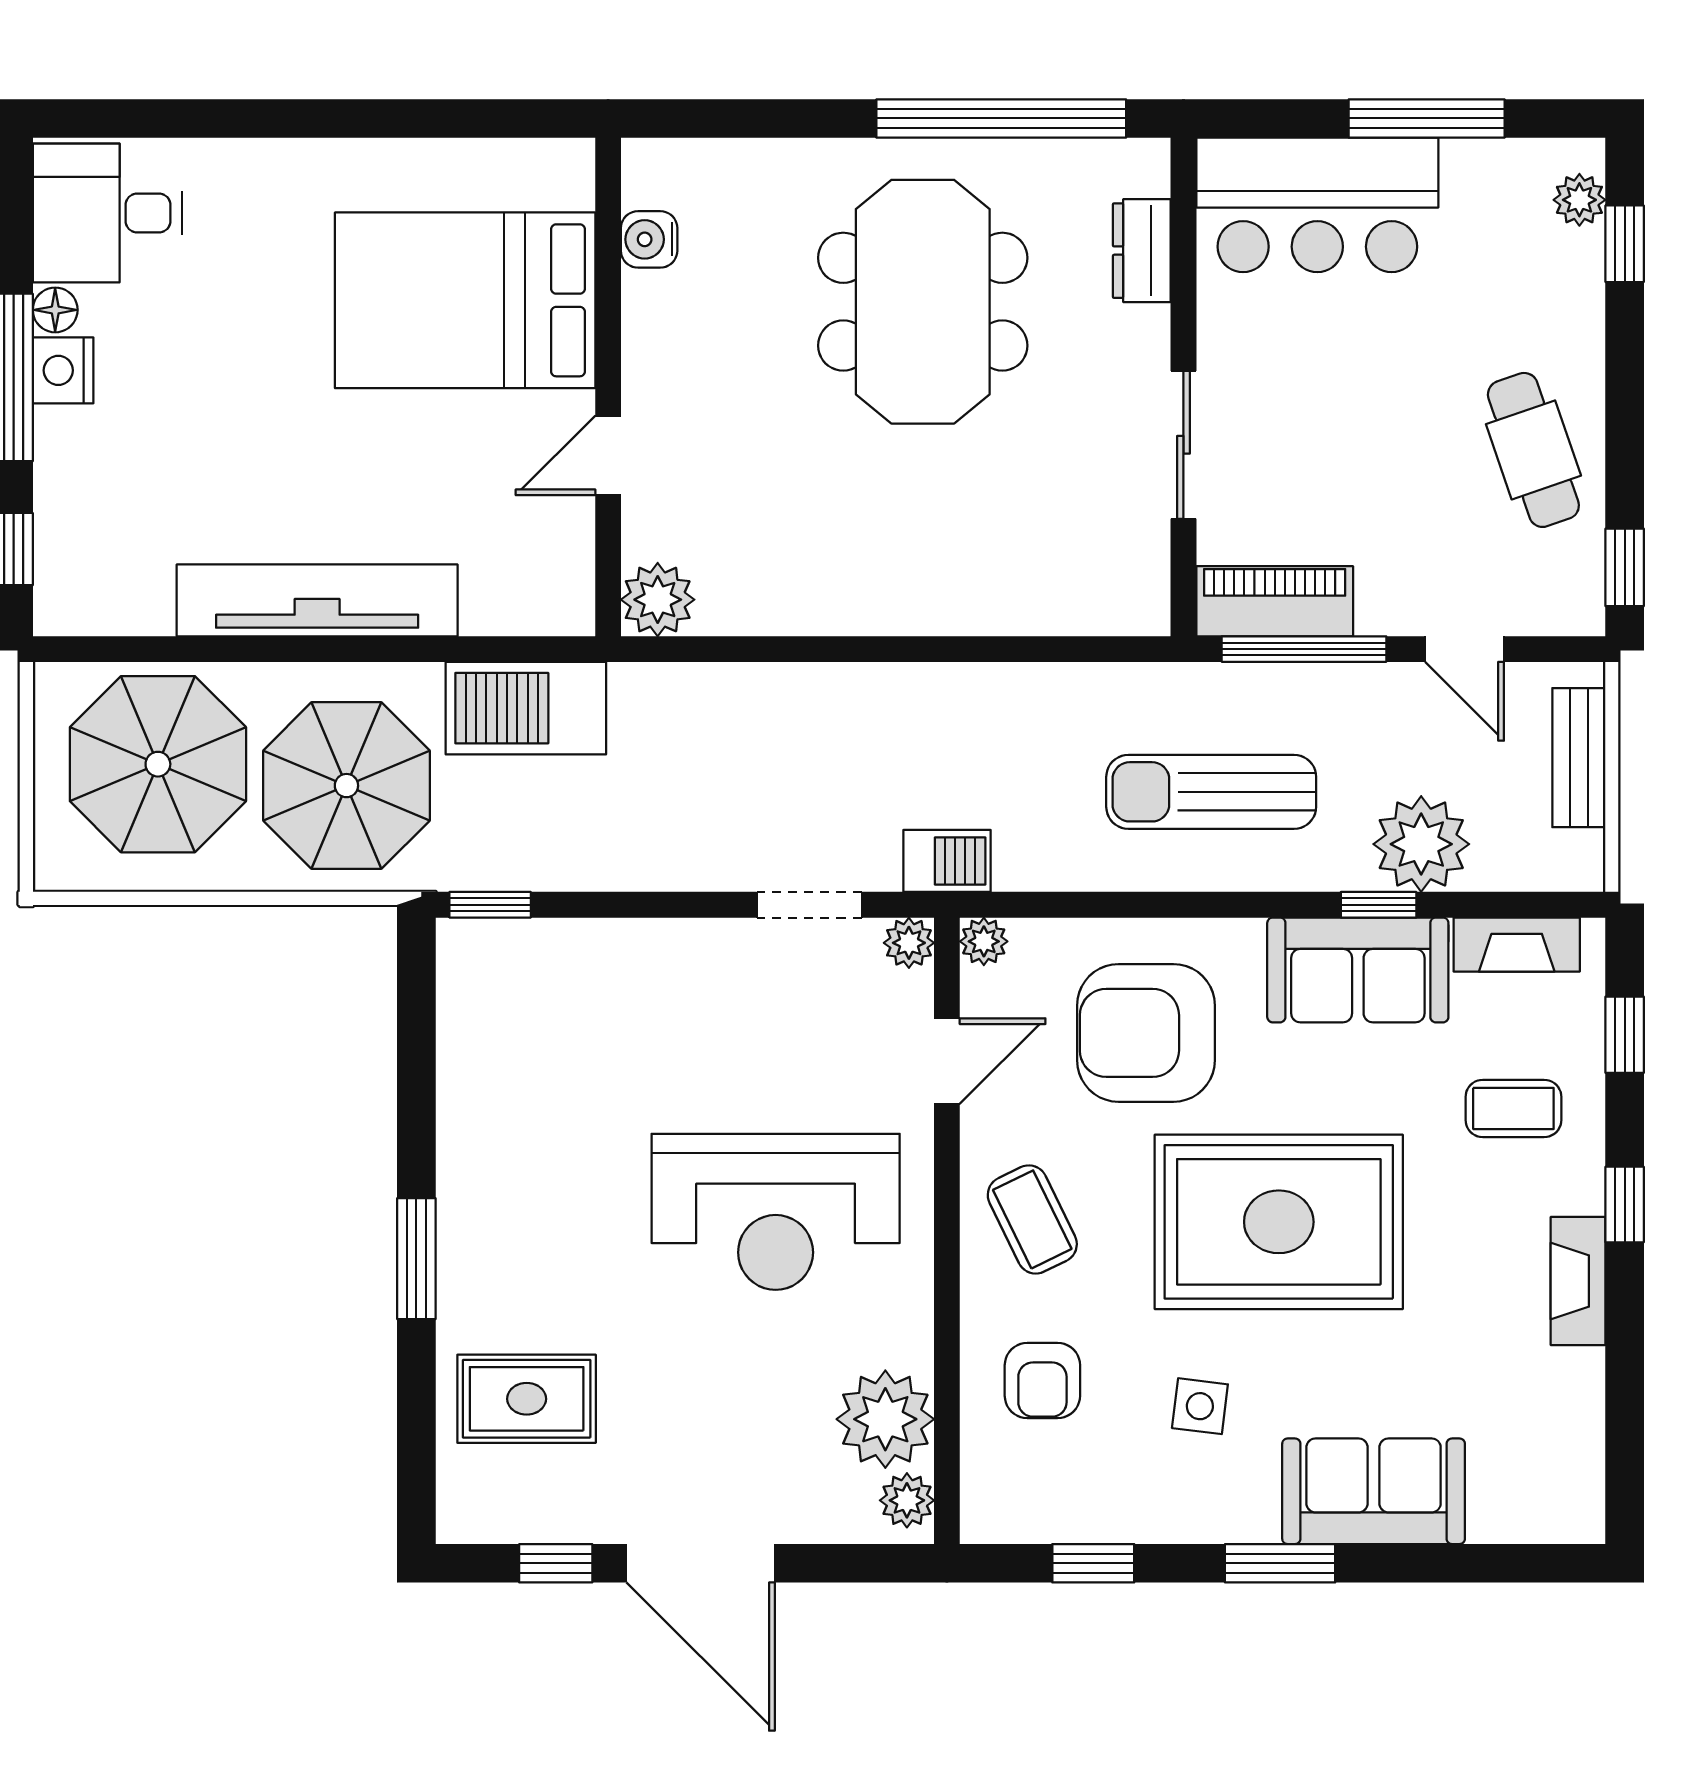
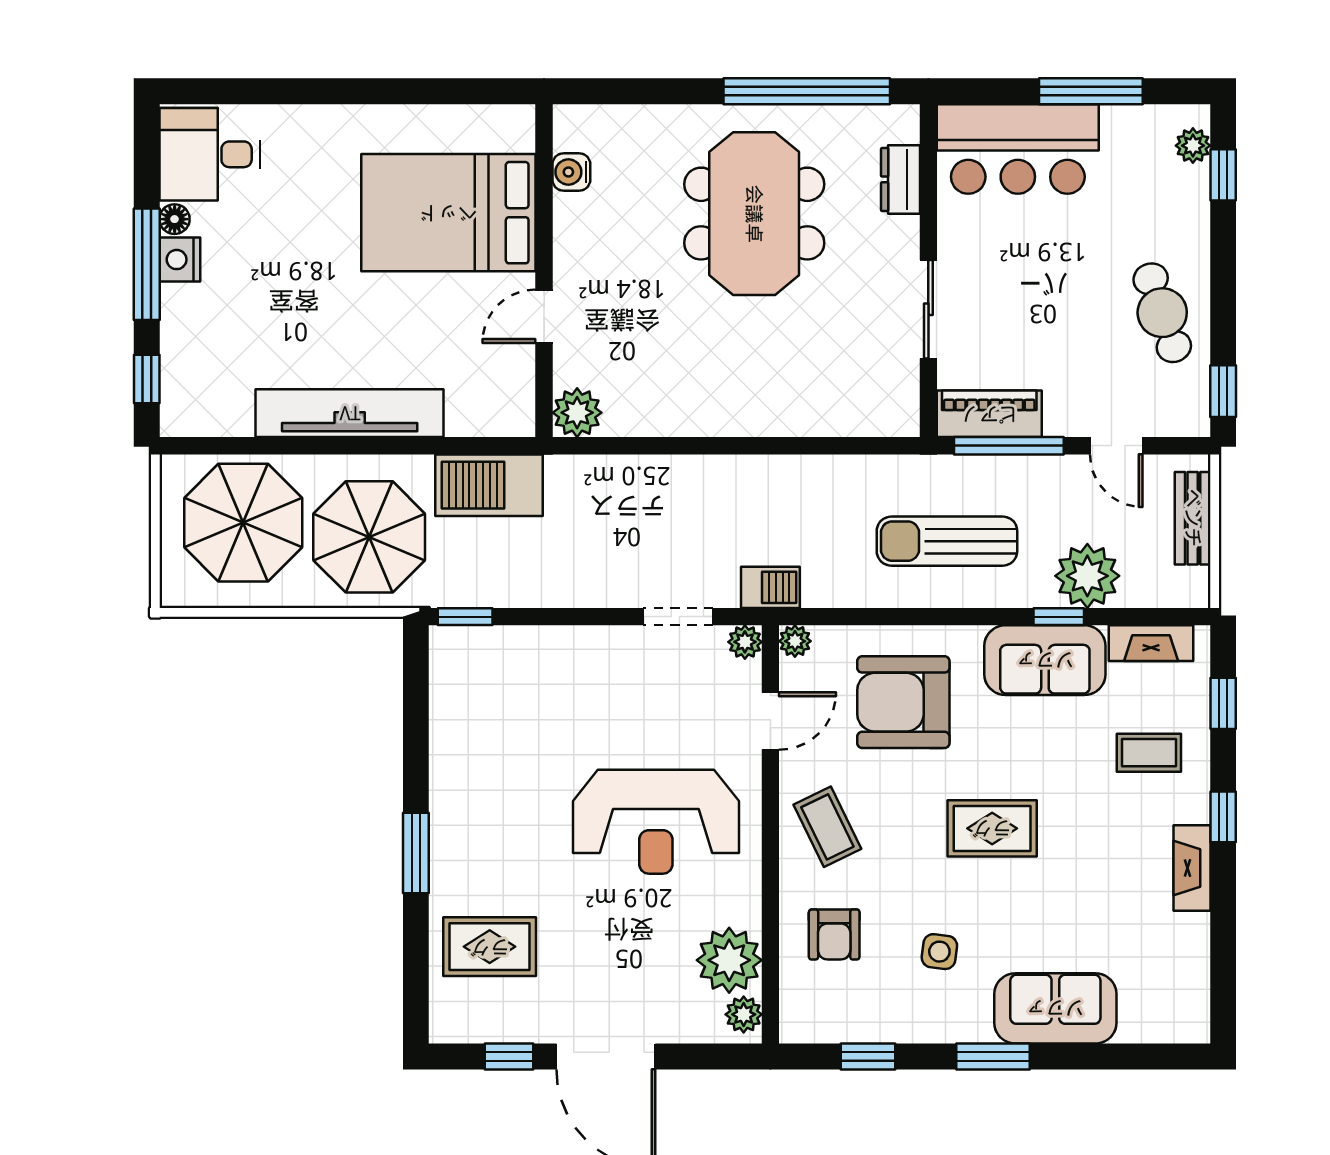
rug: (1279, 1222) -> (992, 828), width x0.54, depth x0.49

